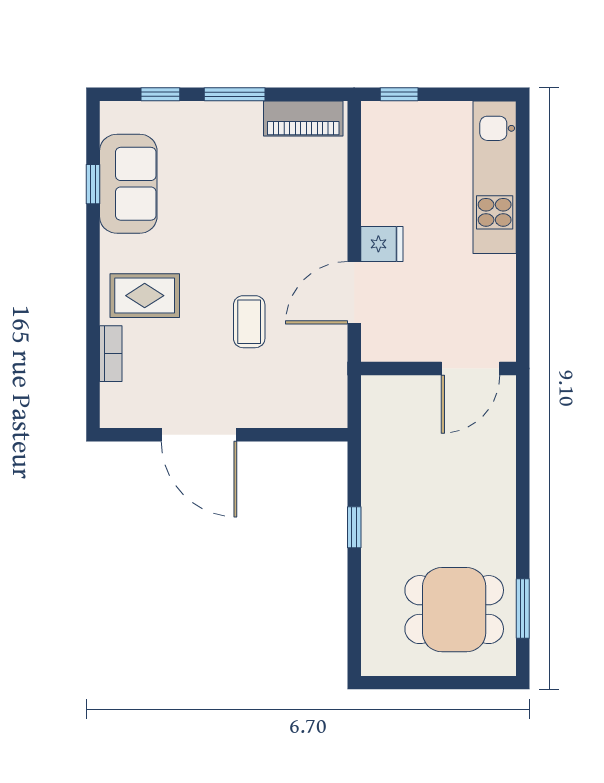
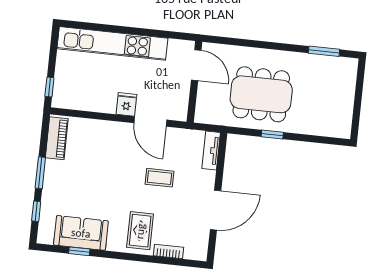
kitchen unit: (495, 177) -> (112, 43), width x1.36
tv unit: (311, 414) -> (211, 150), added
dining table: (454, 610) -> (261, 94), moved, width x1.38

